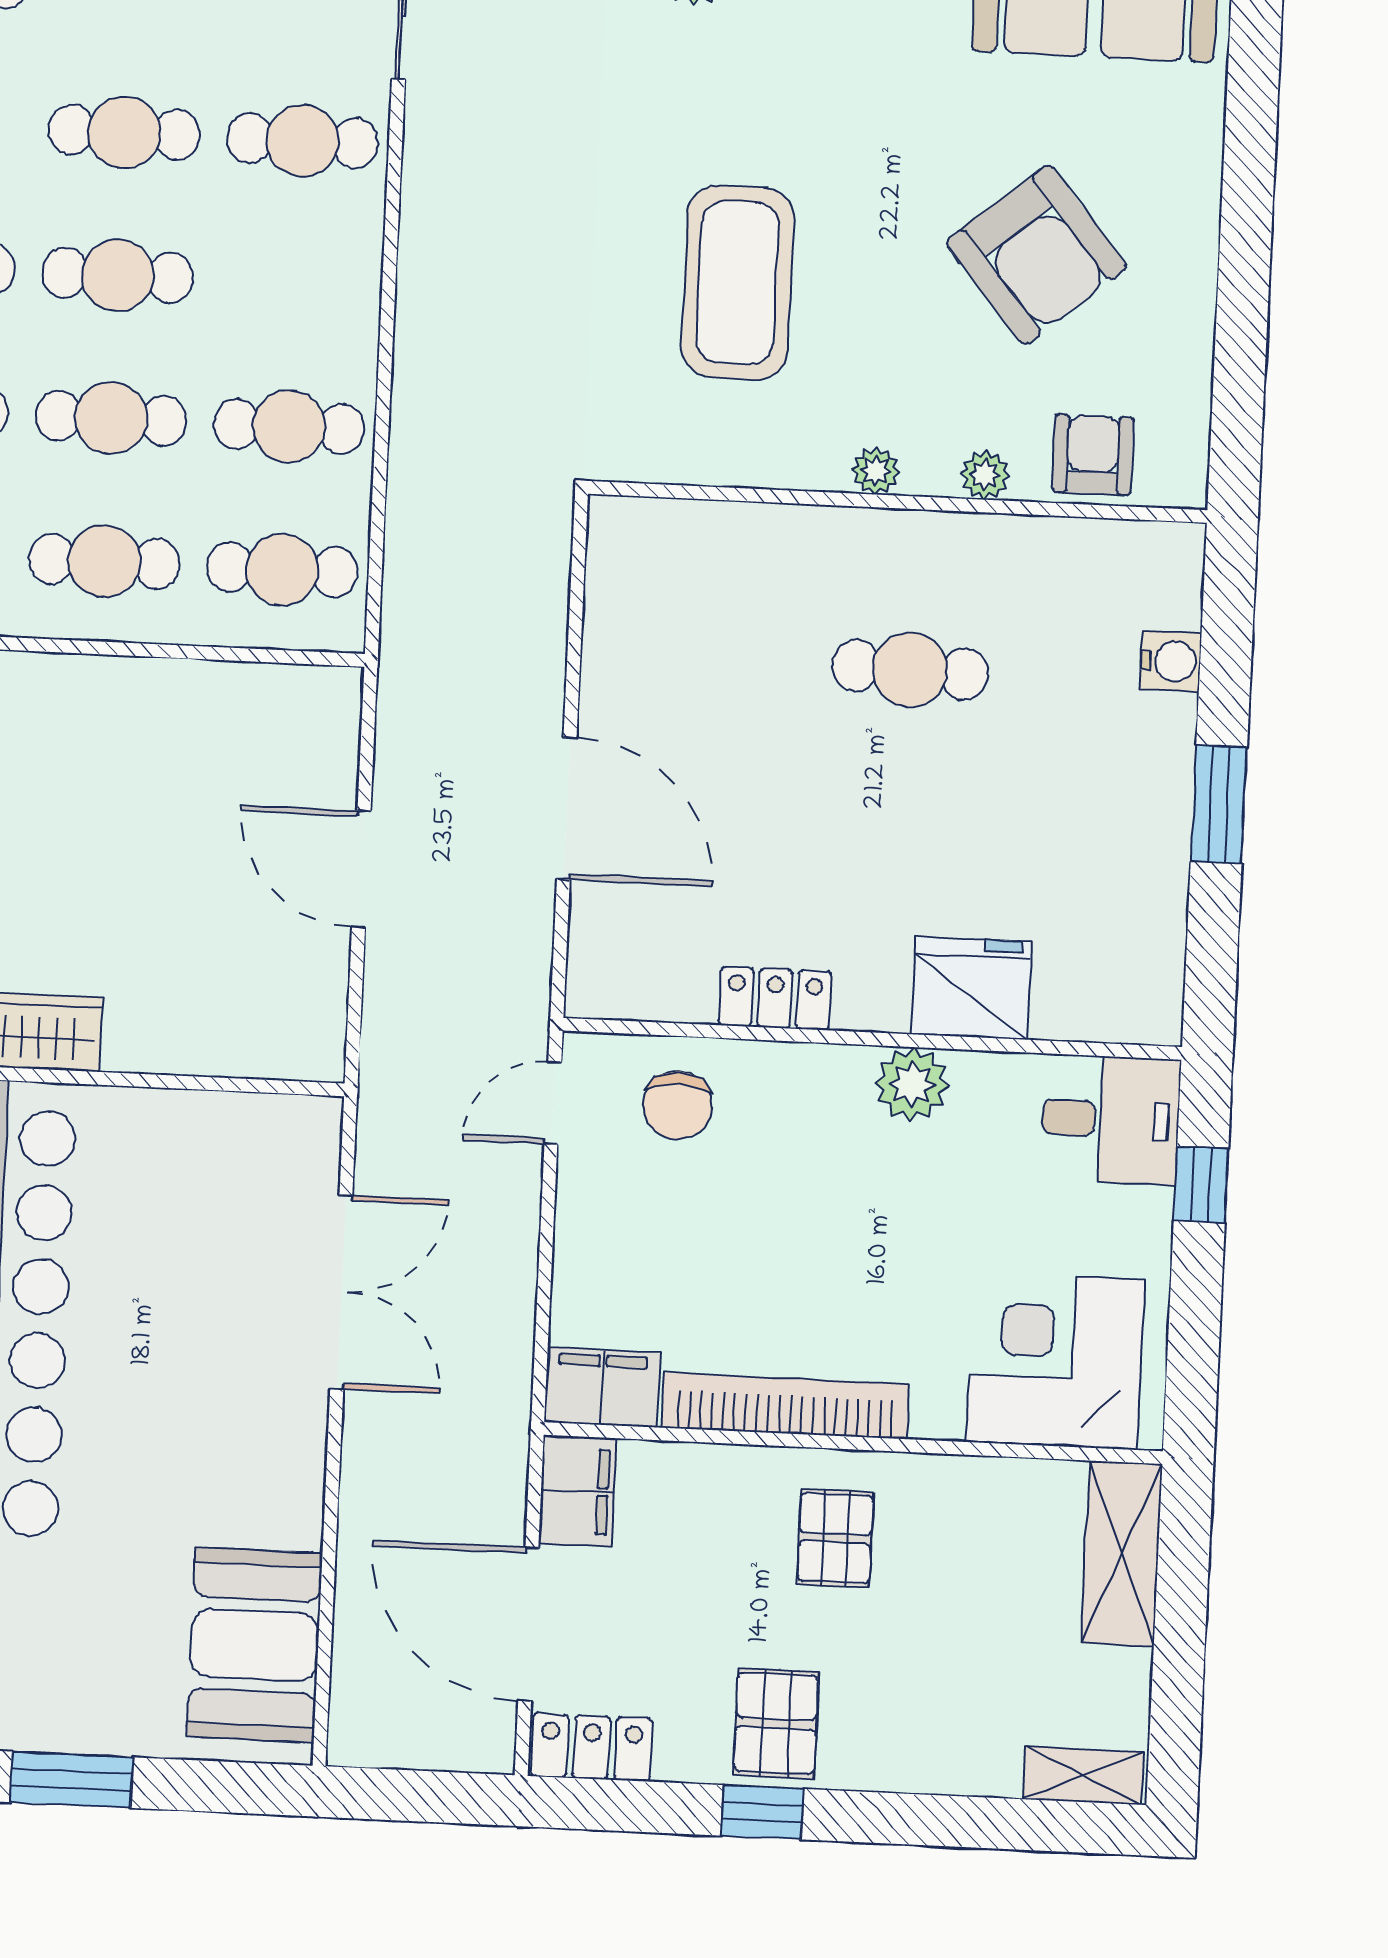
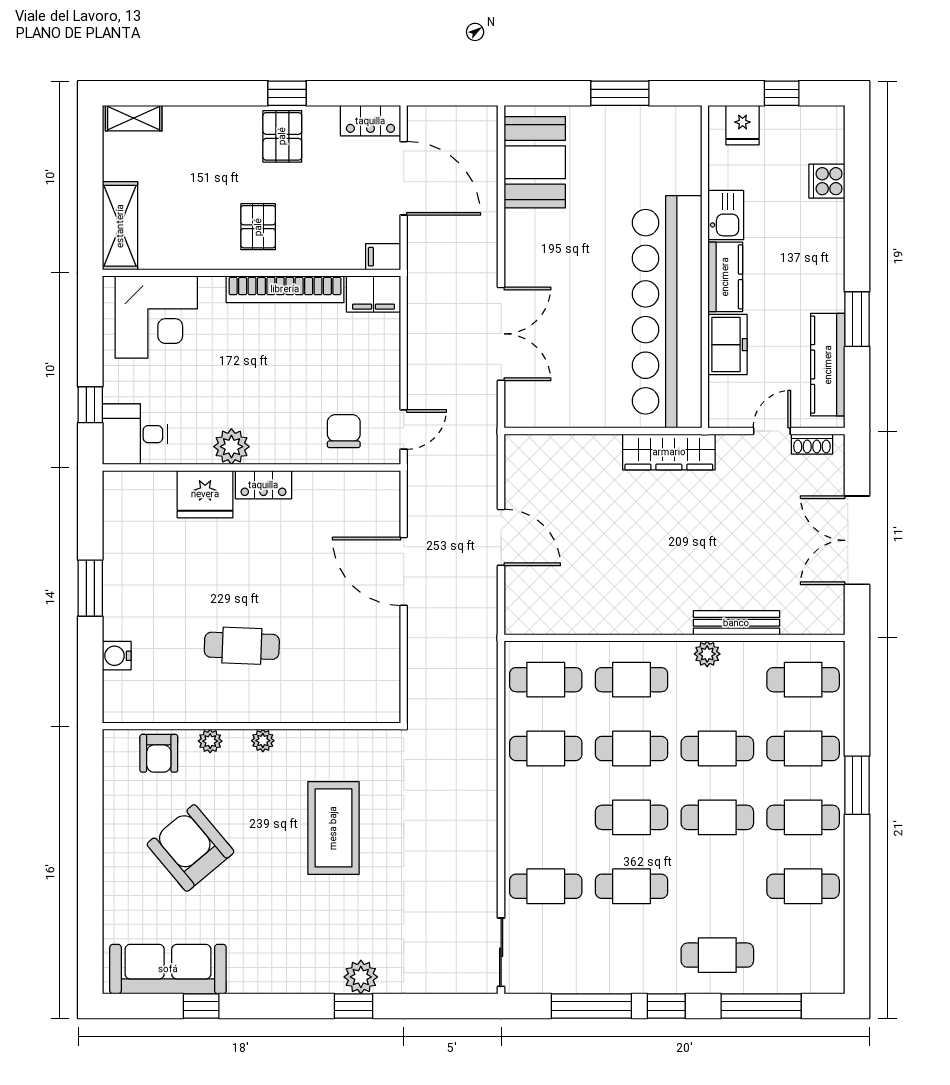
locker: (775, 998) -> (263, 485), moved
double door: (341, 1292) -> (501, 334), swing flipped
filing cabinet: (577, 1491) -> (383, 257), width x0.50

